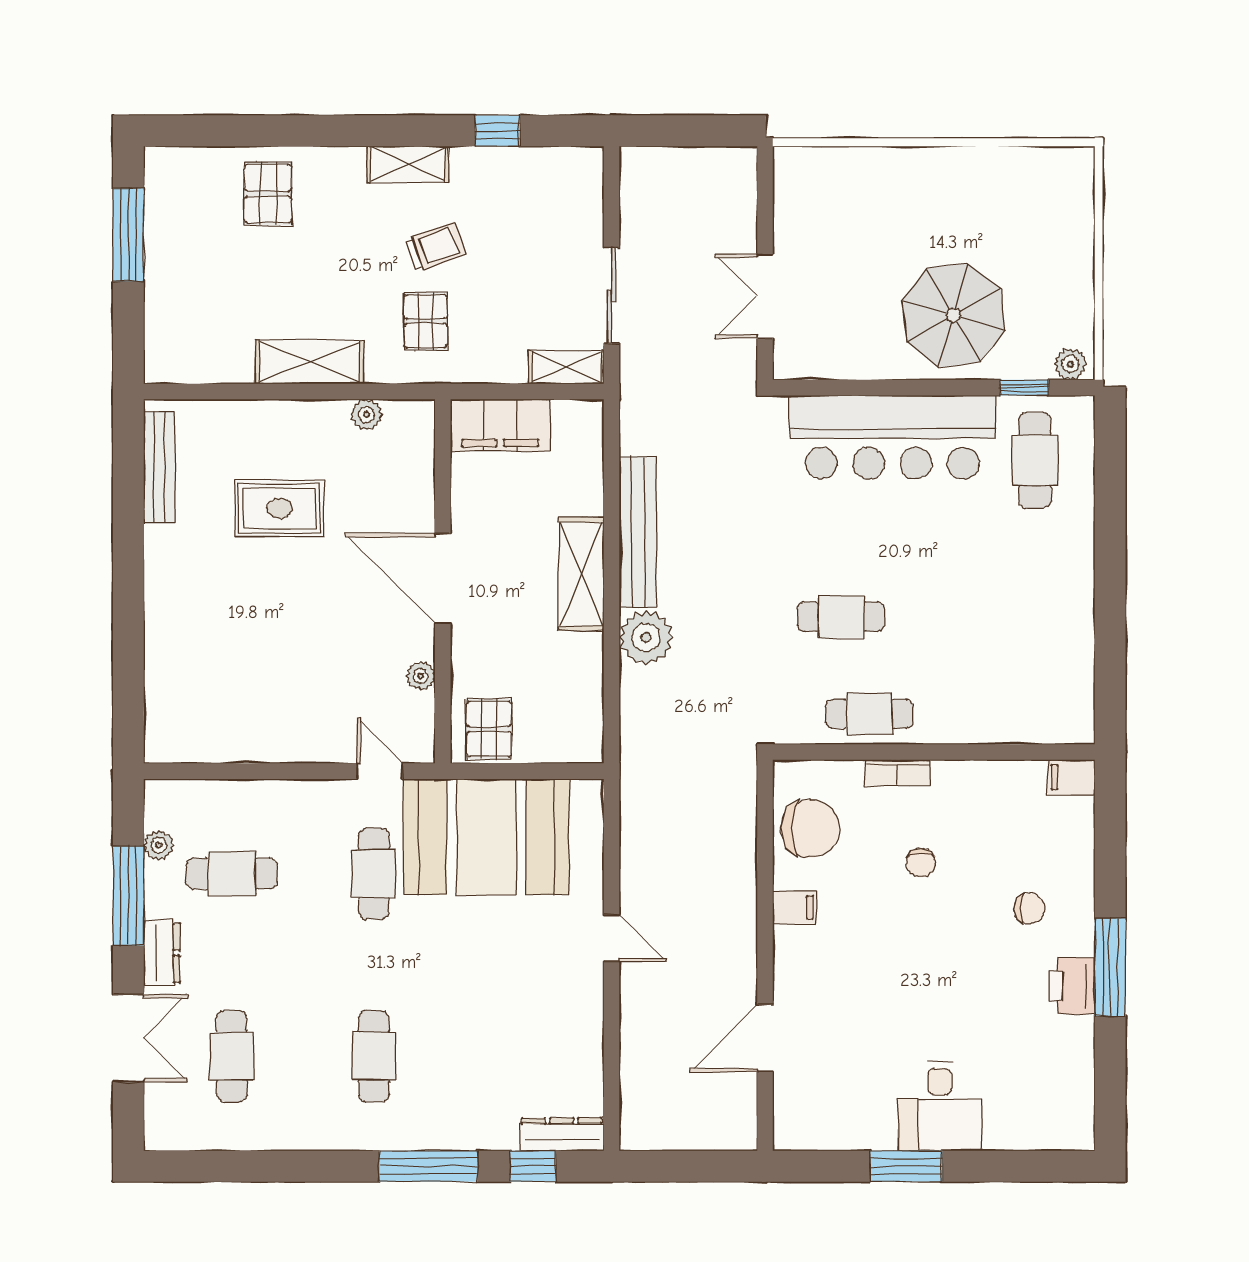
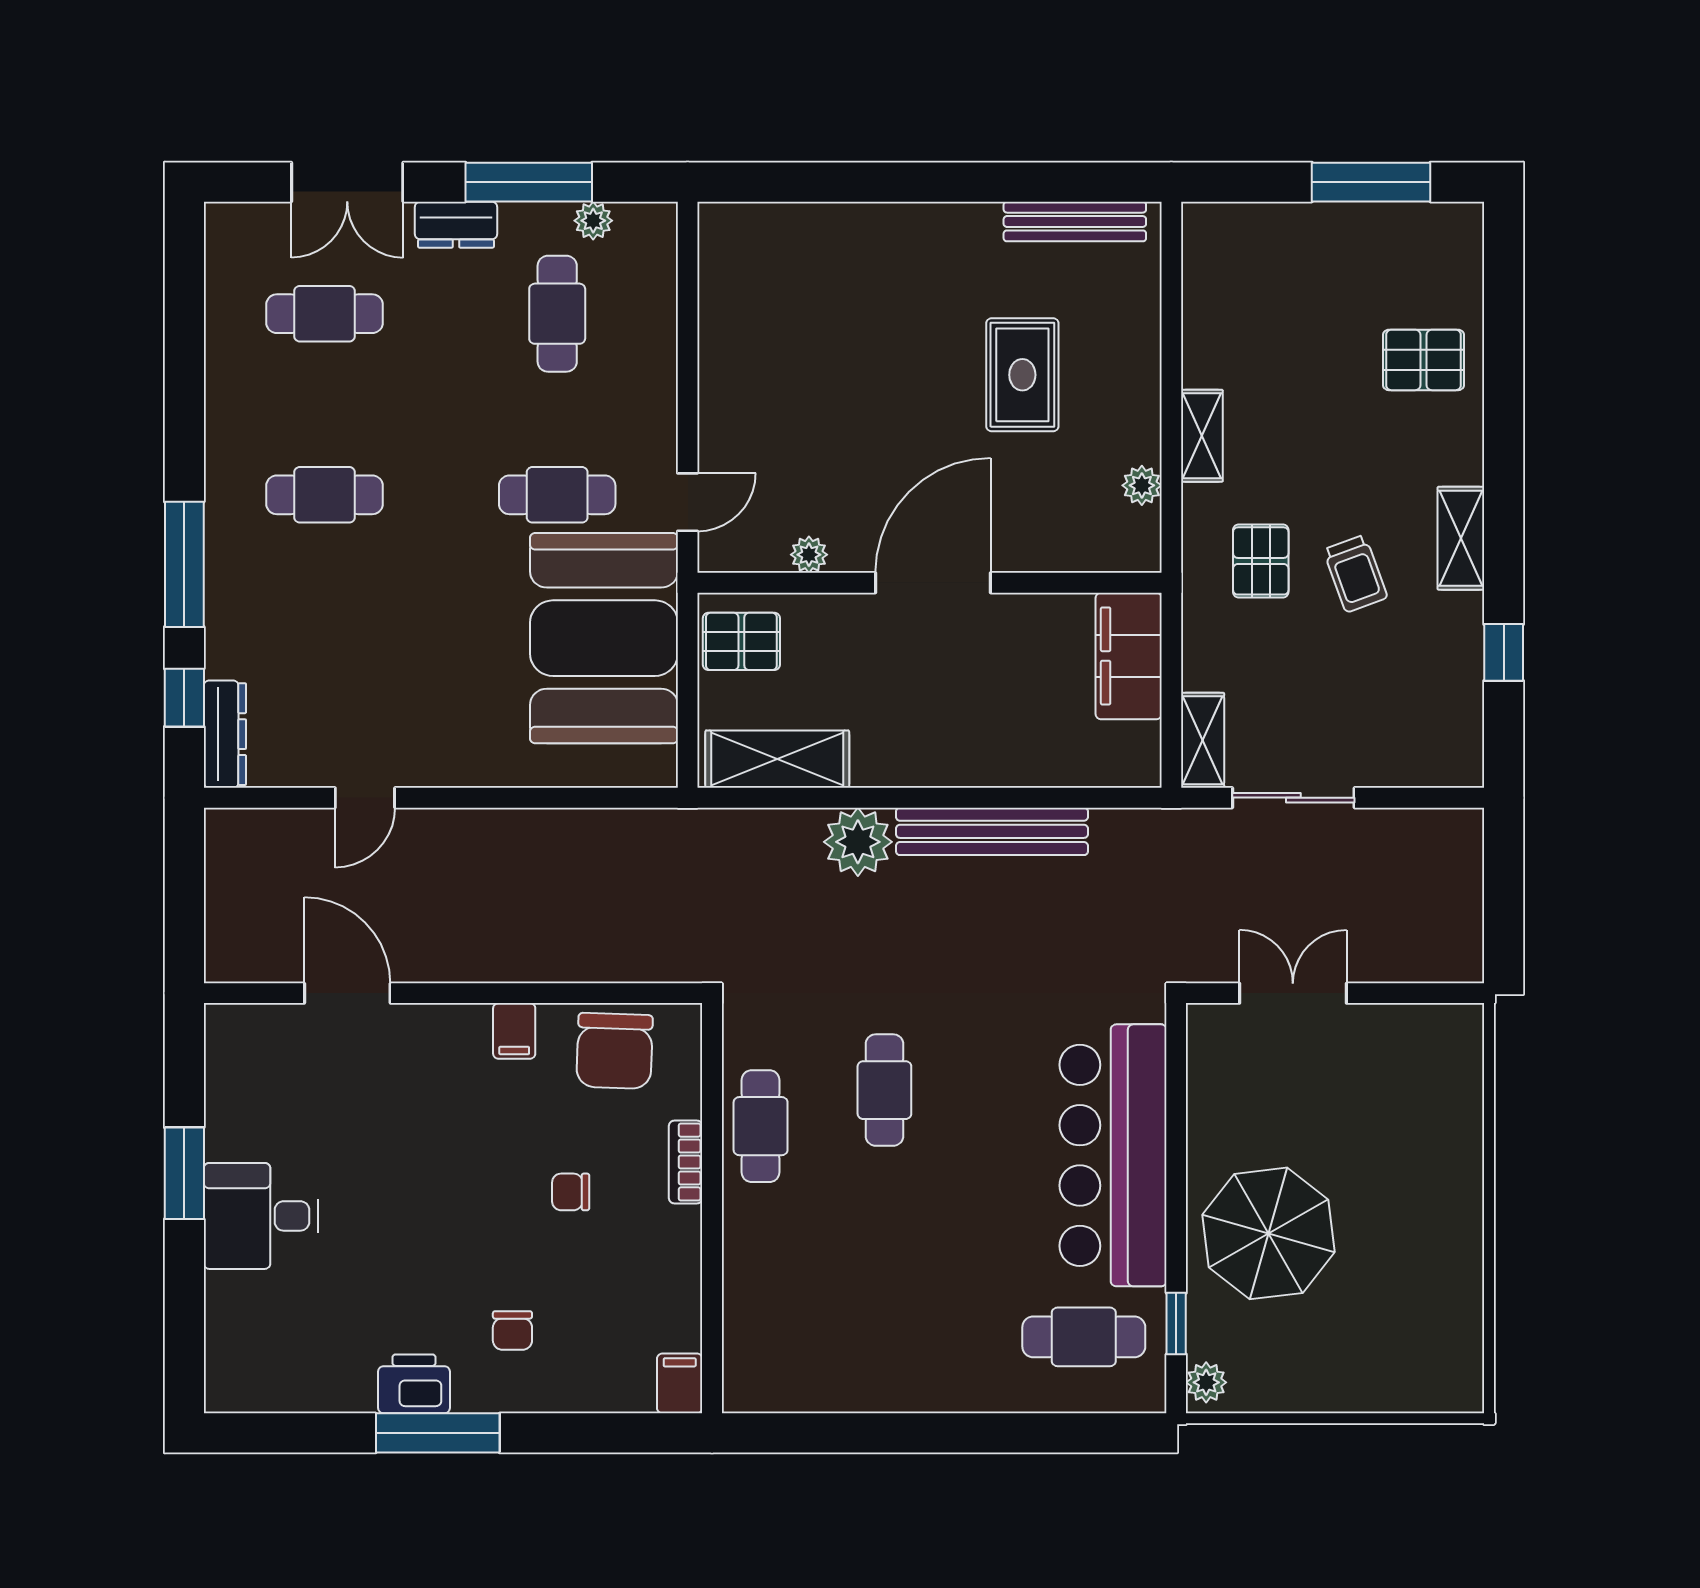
pallet: (426, 321) -> (1261, 561), turned 90
shelving: (309, 362) -> (1202, 436), width x0.67, depth x0.75
shelving: (581, 574) -> (777, 759), moved
door: (612, 938) -> (365, 798), moved

